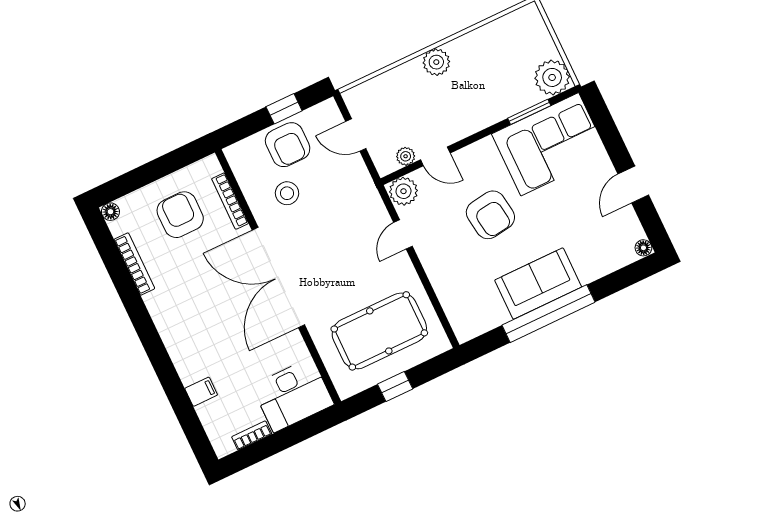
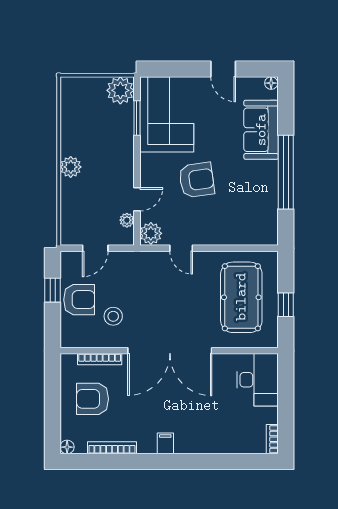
sofa: (538, 284) -> (261, 130), moved
filing cabinet: (201, 392) -> (165, 443), moved
bookcase: (252, 435) -> (272, 439), moved

